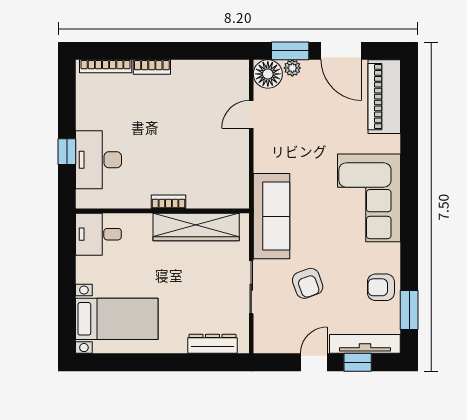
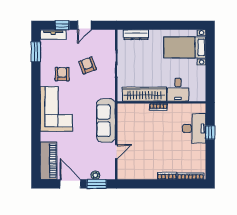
floor lamp: (268, 74) -> (108, 172), removed
sofa: (272, 216) -> (106, 121), moved
desk: (98, 234) -> (178, 90), moved, turned 90
armchair: (381, 287) -> (62, 74), moved, turned -90
tv unit: (365, 344) -> (53, 35), width x0.71

